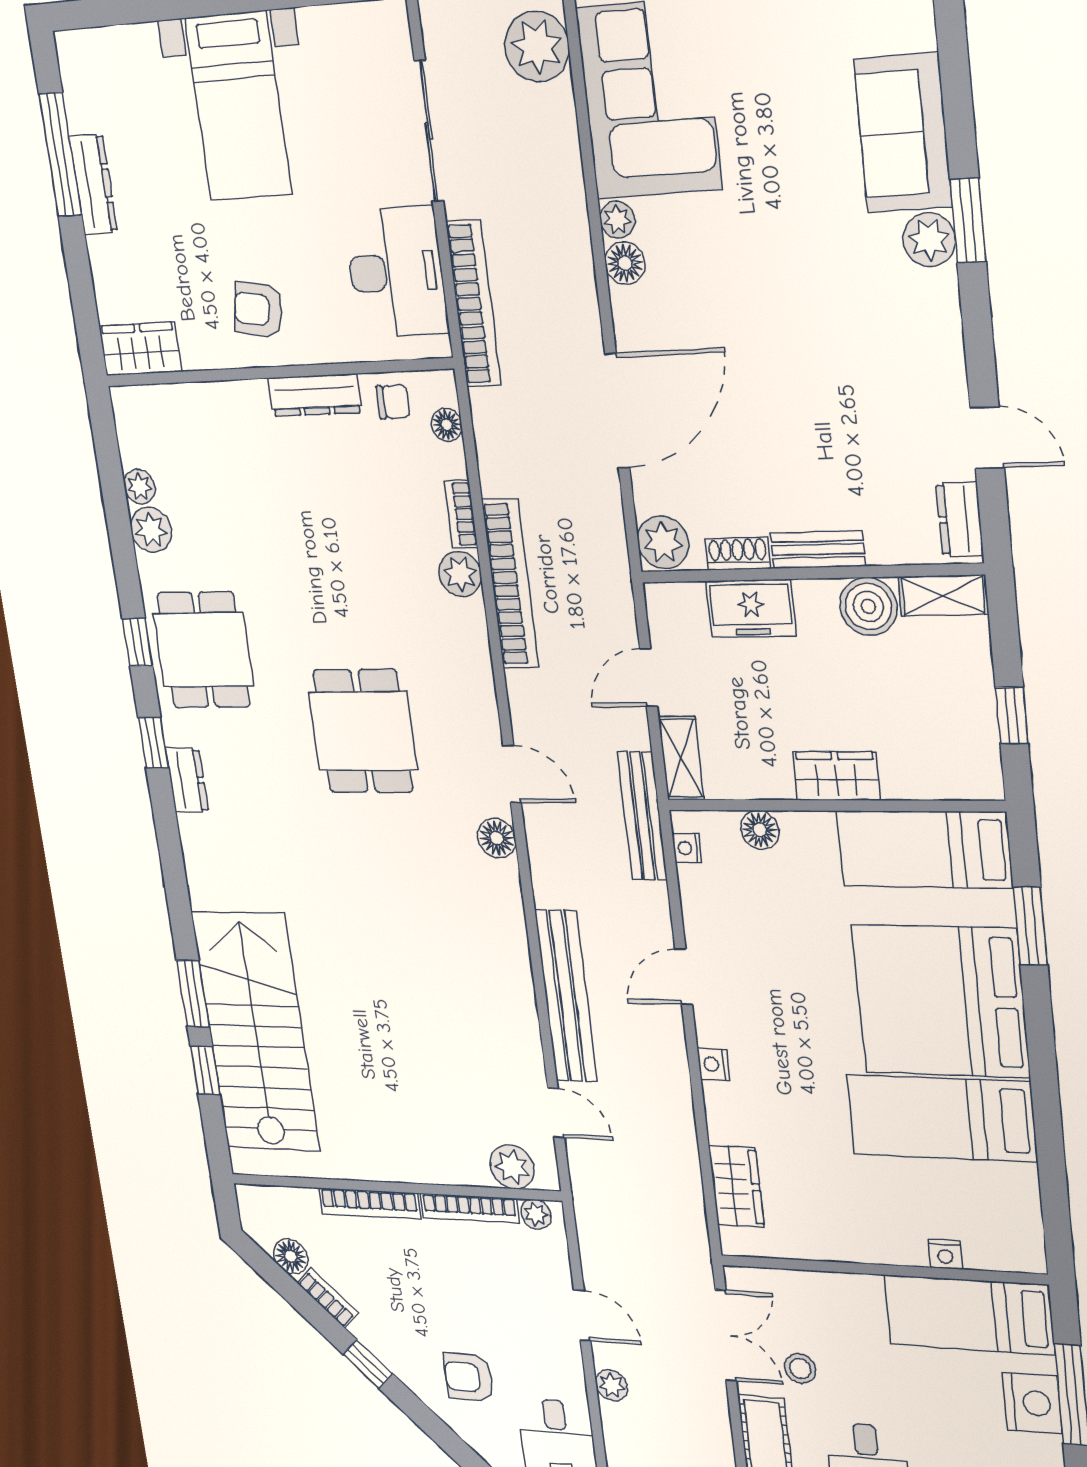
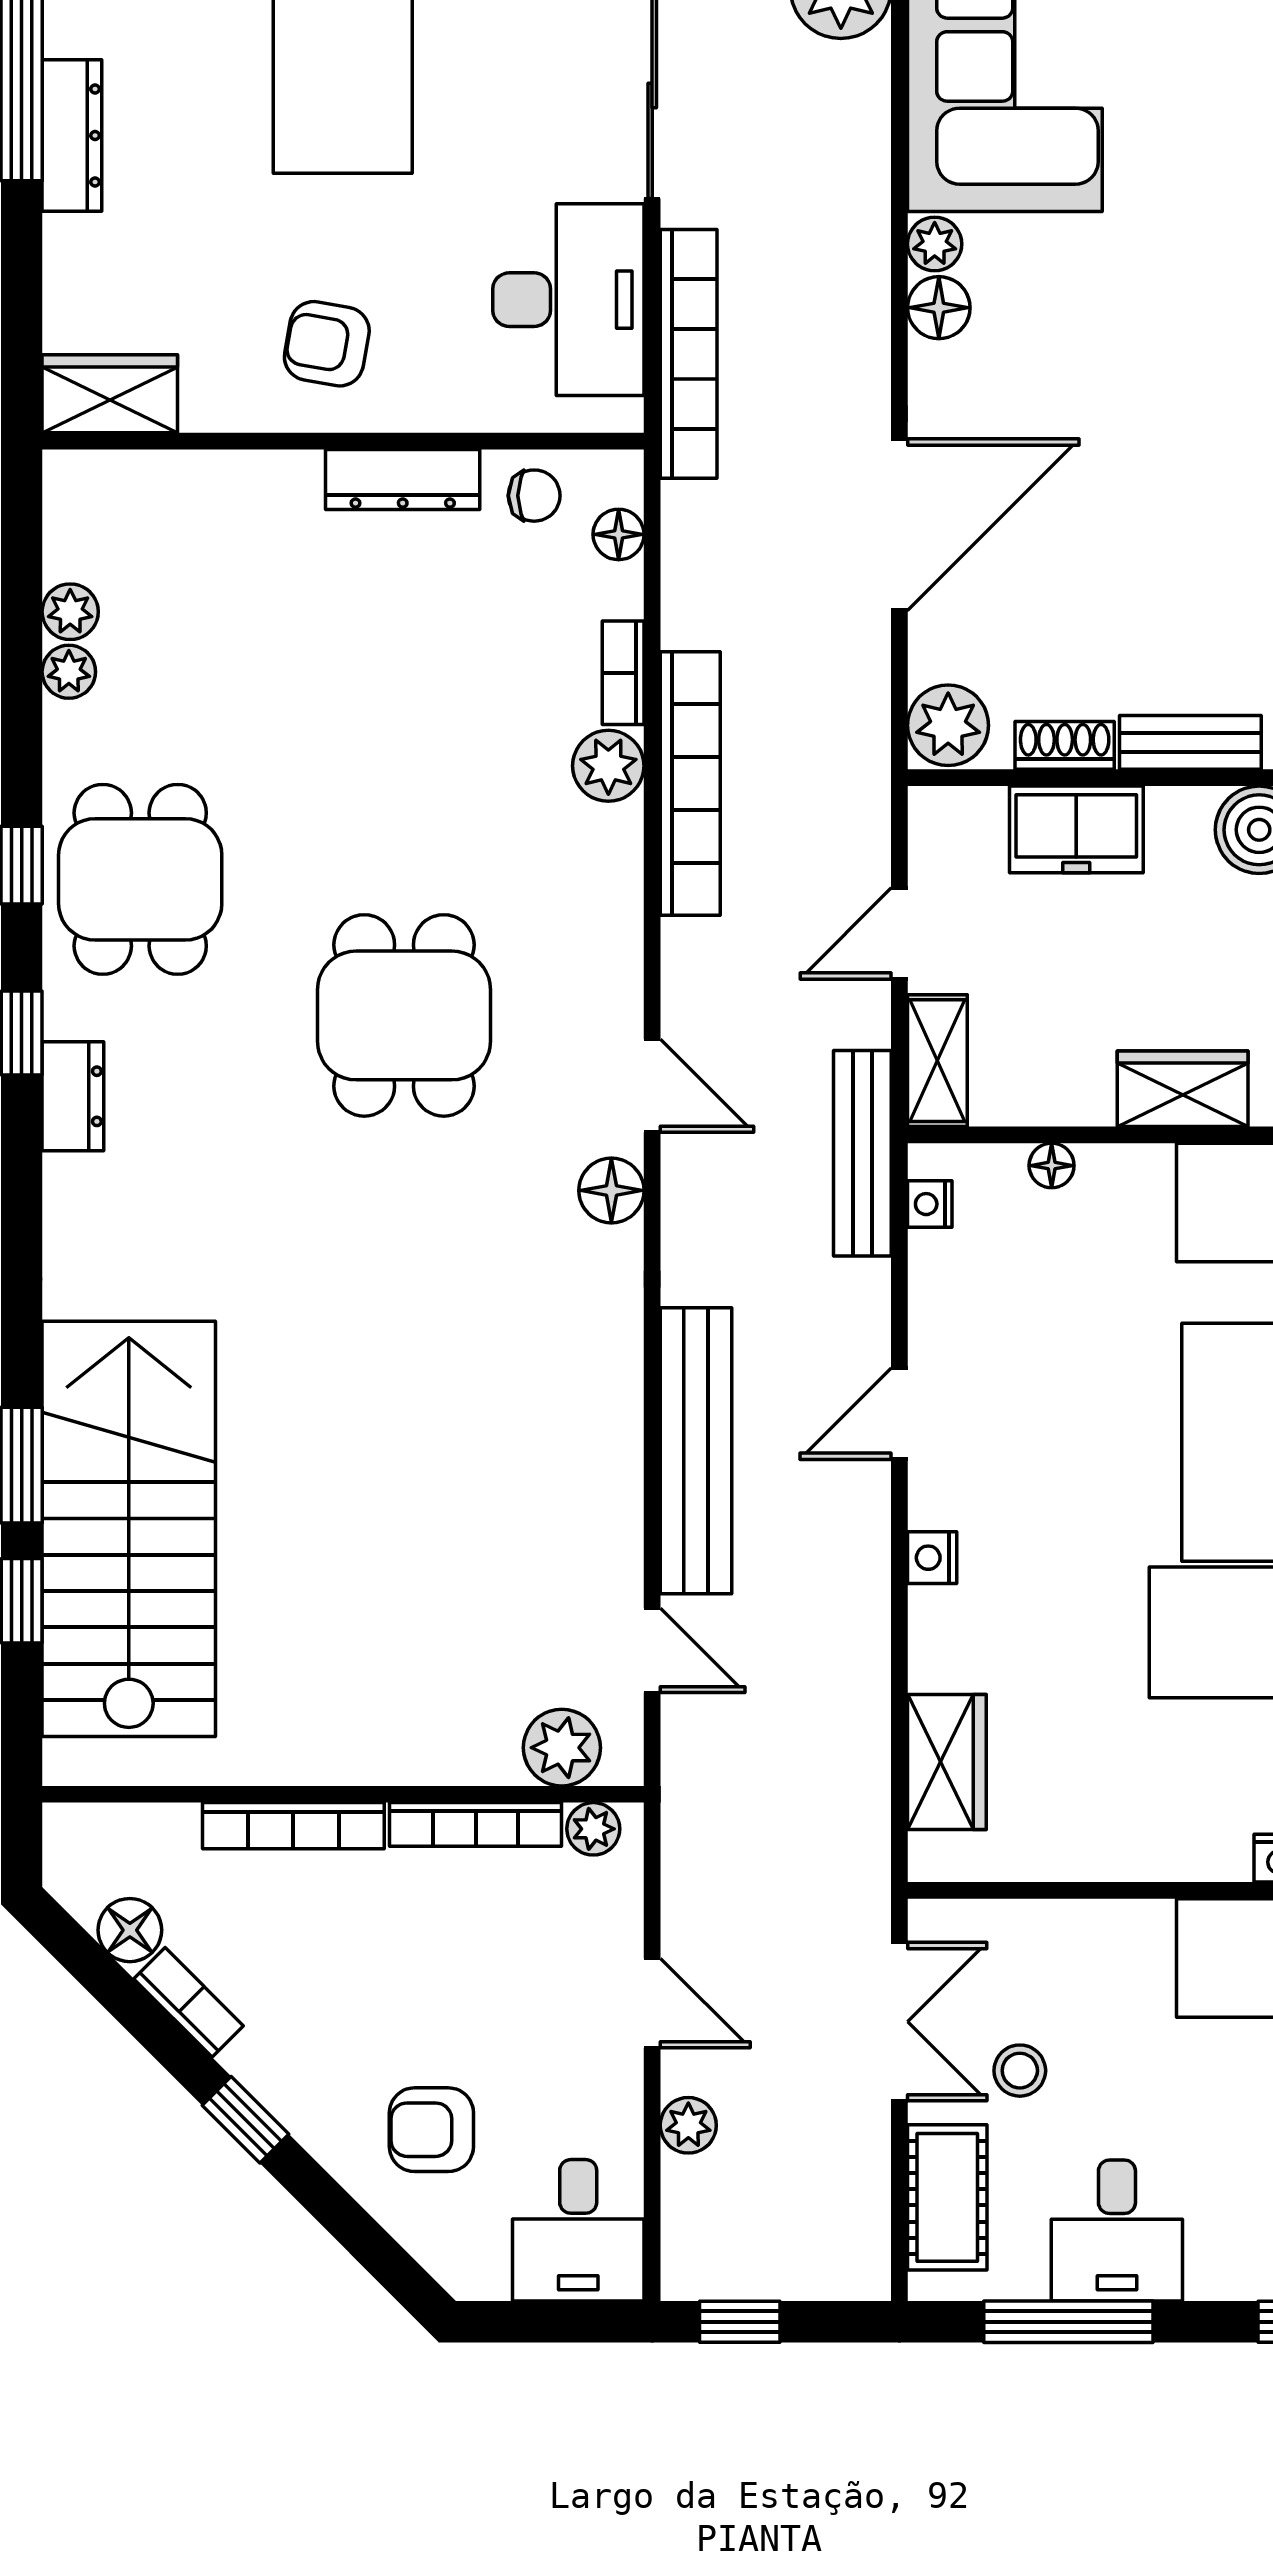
plant: (151, 530) -> (69, 672), width x0.73, depth x0.73
floor lamp: (760, 830) -> (1052, 1166), width x0.73, depth x0.73

